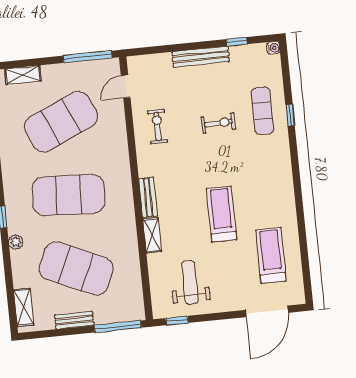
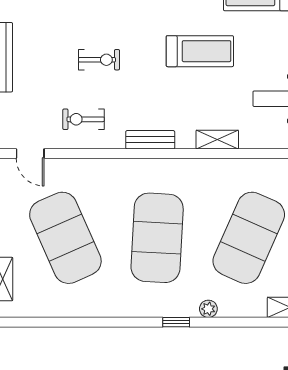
exercise bike: (218, 123) -> (99, 60), moved, turned 92
bench: (148, 197) -> (150, 140), moved
treadmill: (221, 214) -> (200, 51), turned 180

